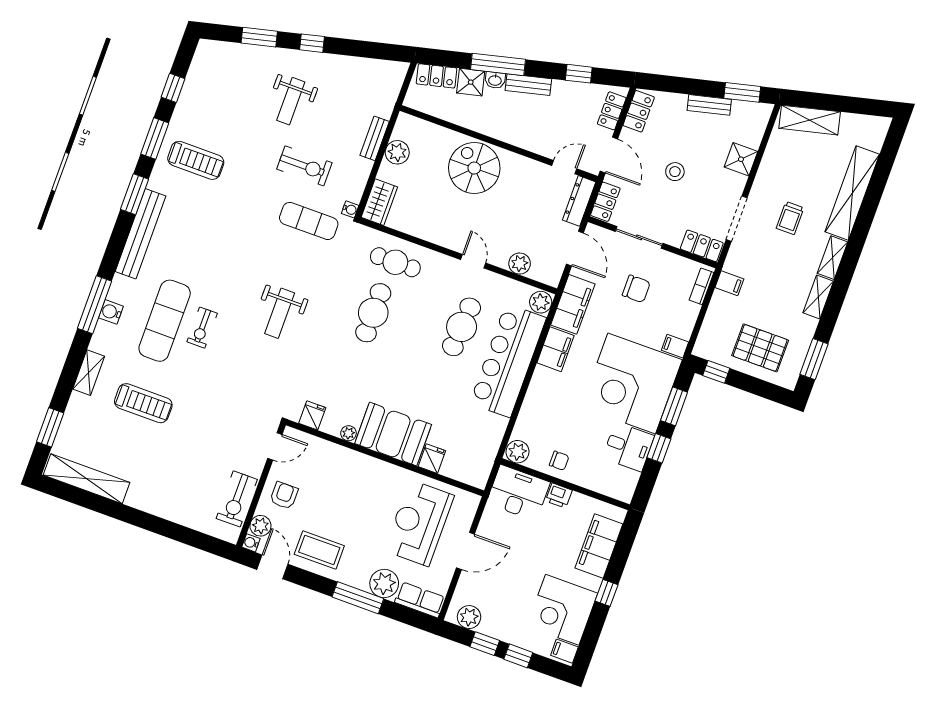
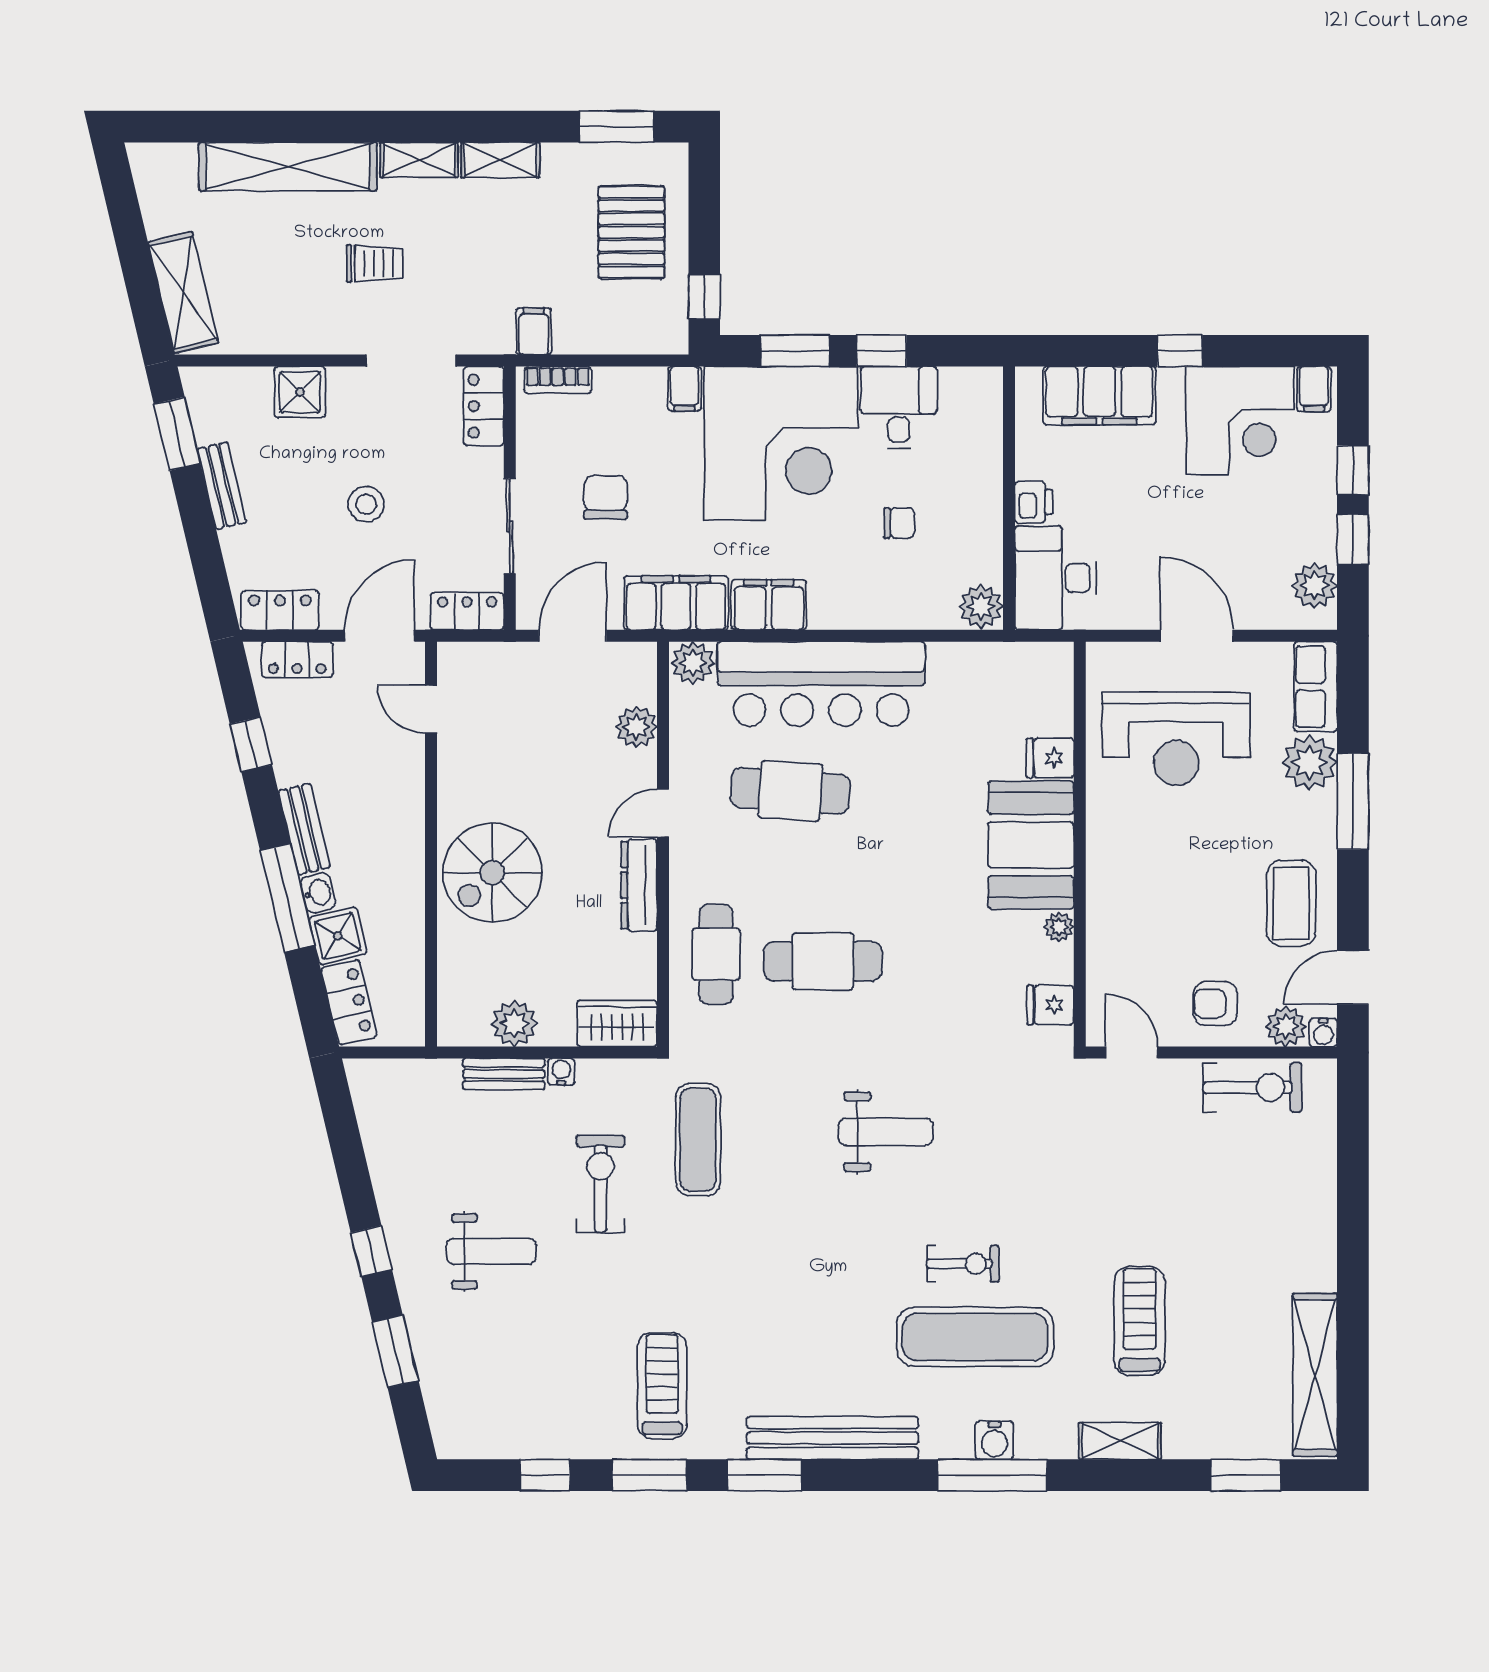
dresser: (579, 201) -> (639, 885), moved, turned 90
water cooler: (350, 209) -> (561, 1072), moved
chair: (559, 461) -> (899, 523), moved, turned 90

